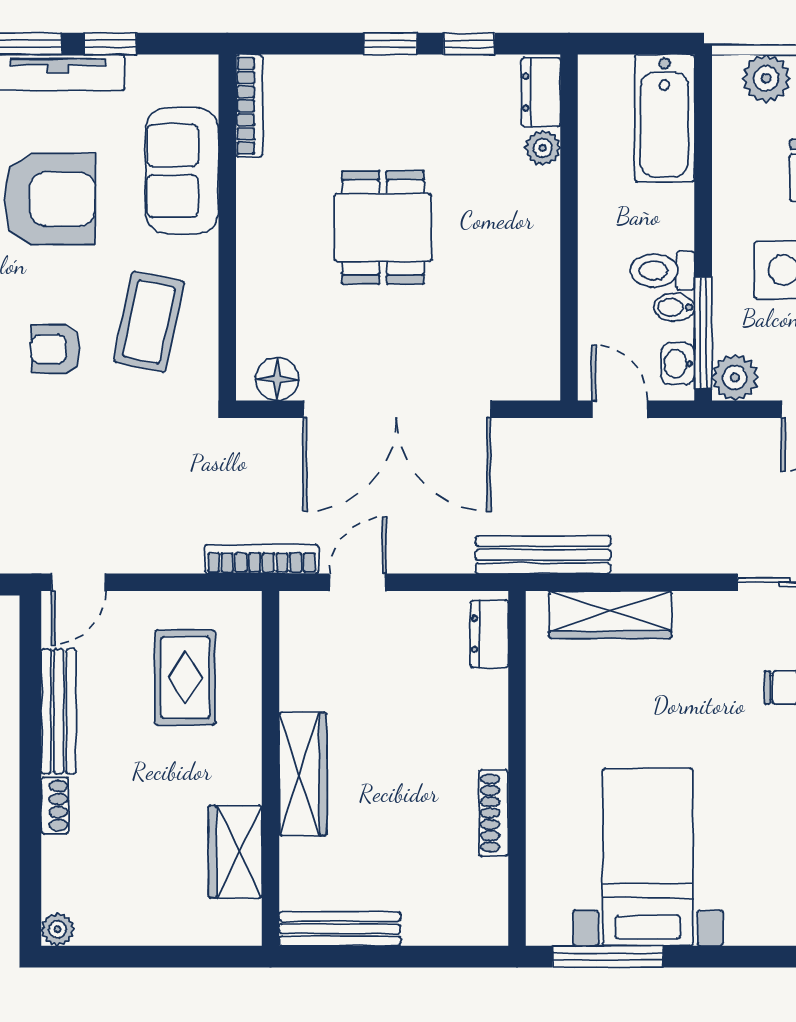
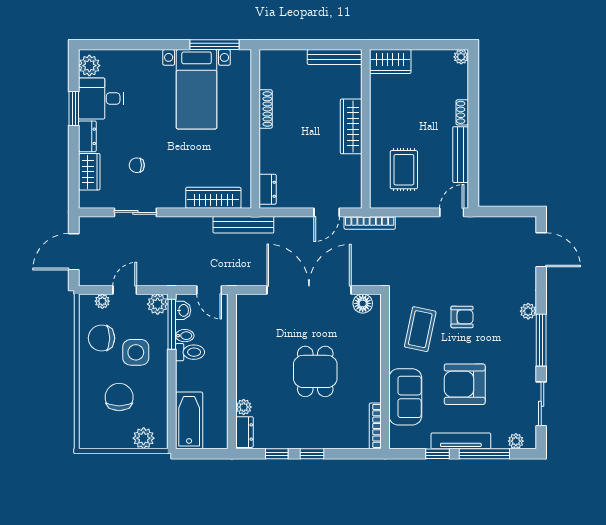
wardrobe: (235, 852) -> (390, 62), moved, turned 90

